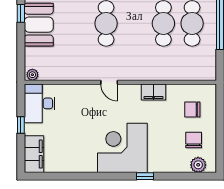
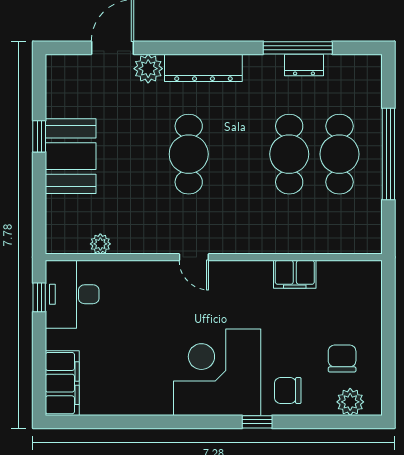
plant: (32, 75) -> (100, 244), moved
filing cabinet: (154, 92) -> (295, 274), moved
chair: (192, 110) -> (288, 391), moved
window: (21, 125) -> (39, 297), moved

